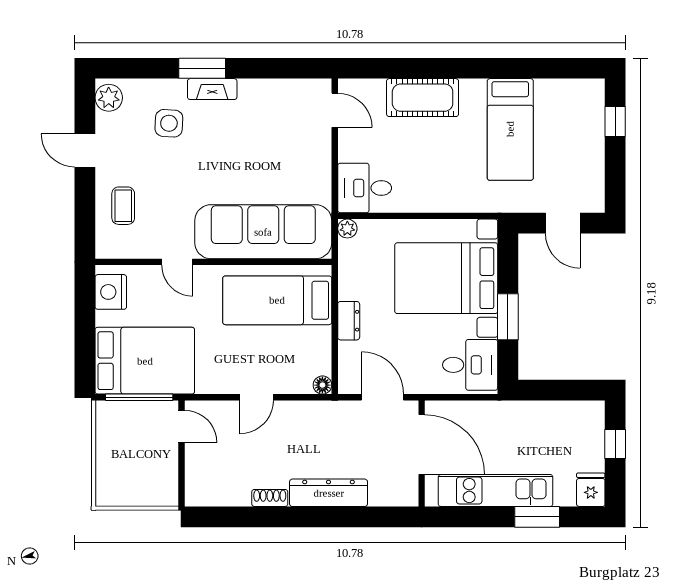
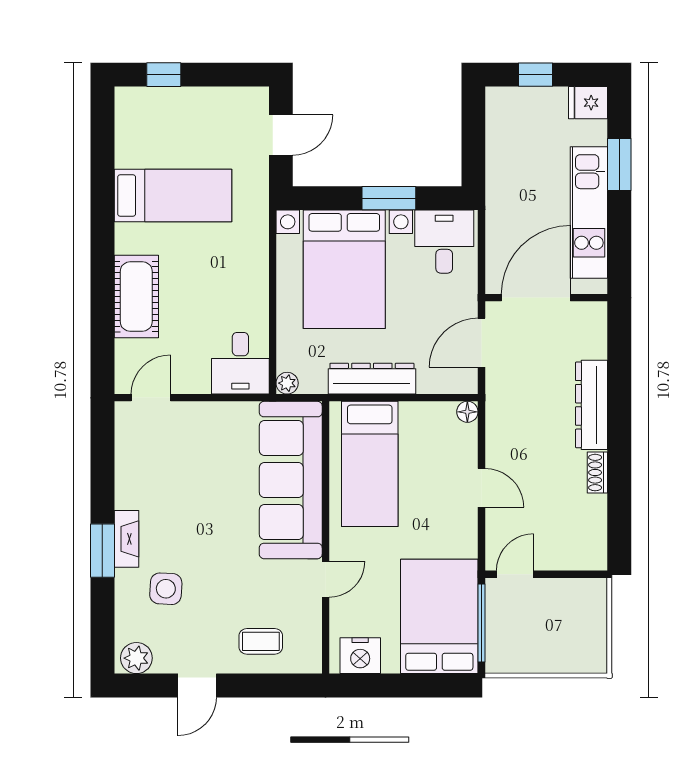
dresser: (349, 321) -> (372, 379), width x1.96, depth x1.24

